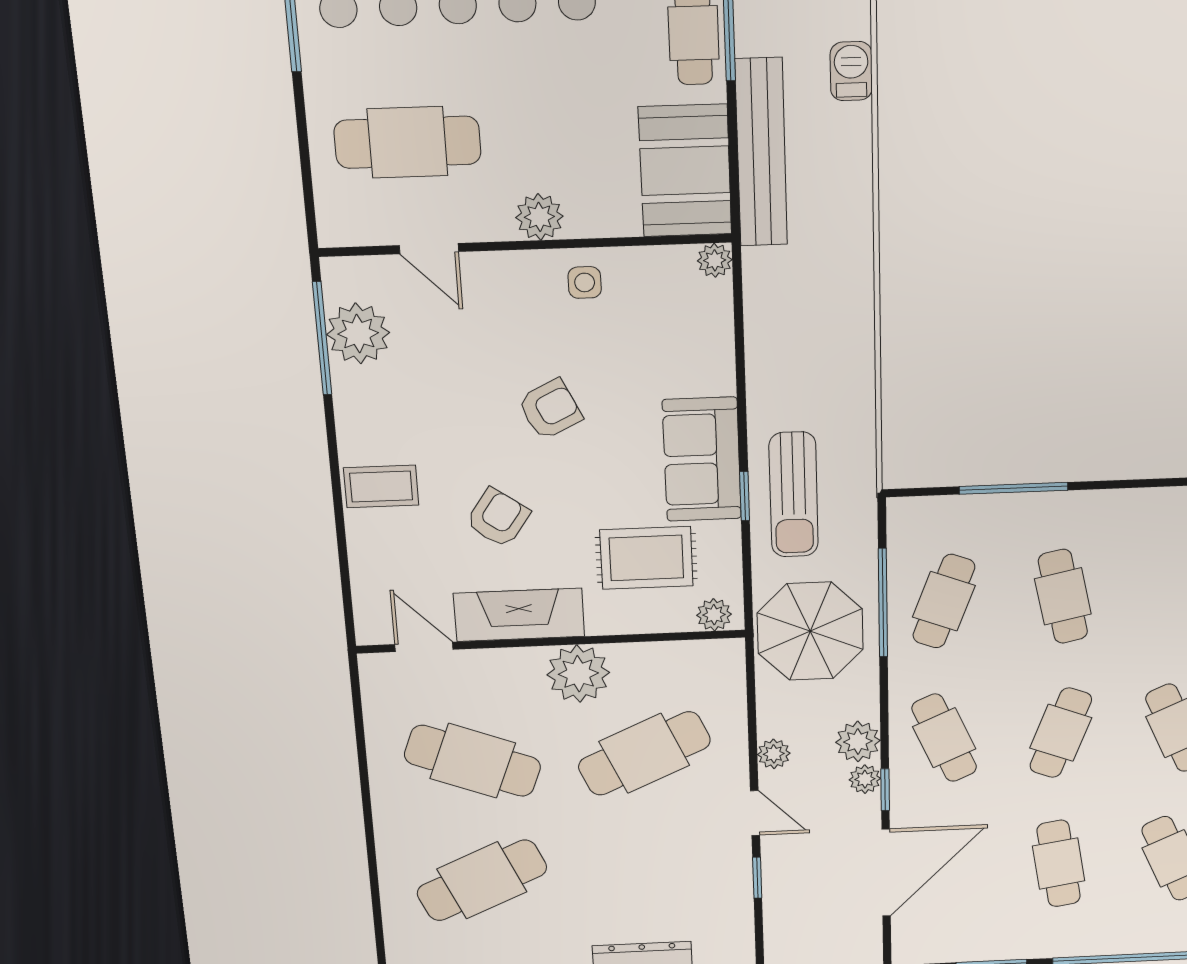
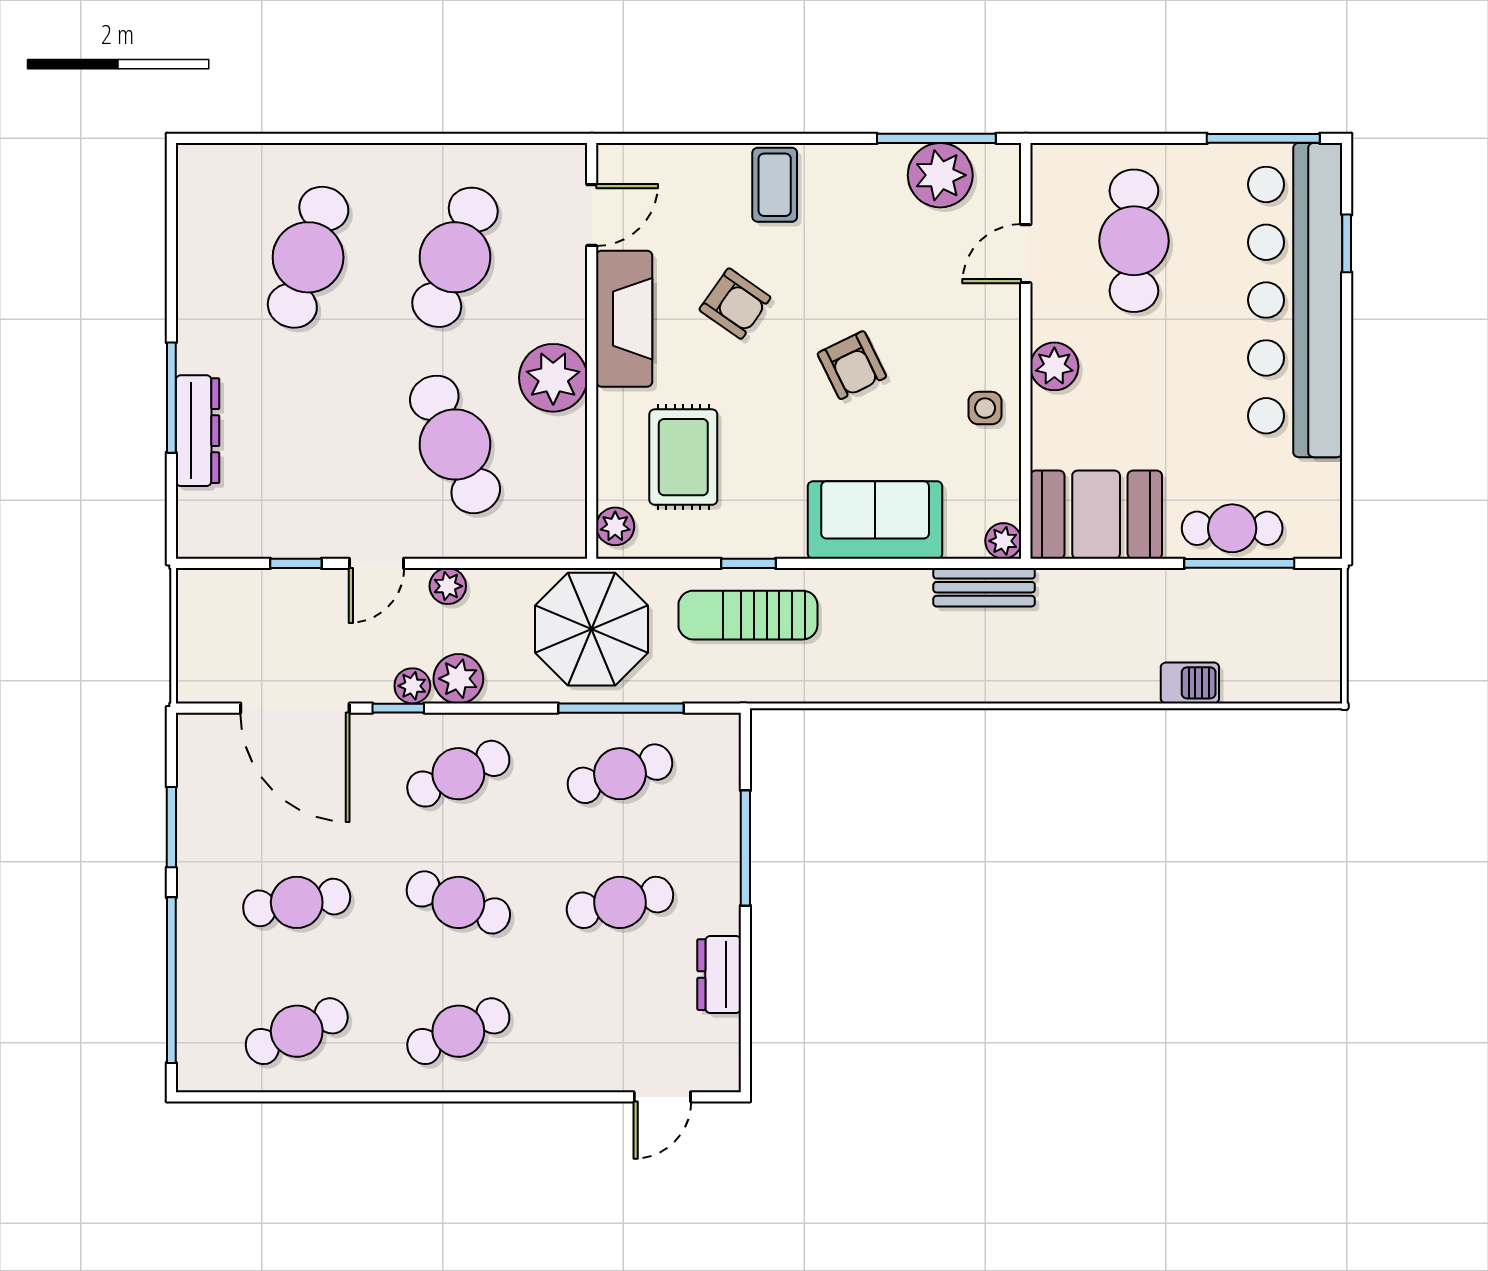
bench: (761, 153) -> (984, 587), moved, width x0.54, depth x0.82
sofa: (702, 459) -> (875, 520), moved
dresser: (1132, 507) -> (719, 975), added
cafe table: (944, 601) -> (620, 774), turned -39
cafe table: (482, 880) -> (308, 257), turned 42

